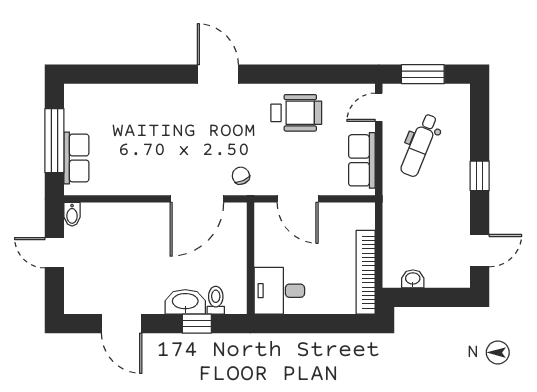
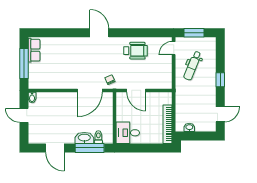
row of seats: (76, 158) -> (34, 50), moved
row of seats: (362, 160) -> (166, 73), removed
window: (197, 324) -> (90, 148), width x2.17

